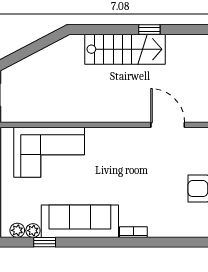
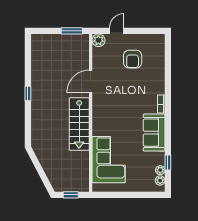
stairs: (125, 49) -> (79, 124), moved, turned 180
sofa: (80, 221) -> (154, 133), width x0.73

